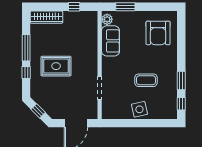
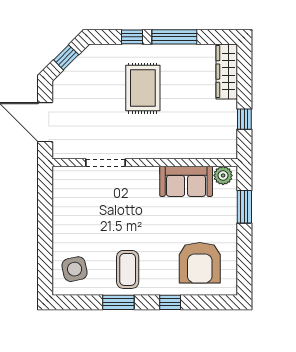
armchair: (158, 33) -> (200, 263), turned -90
coffee table: (146, 80) -> (128, 269), moved
window: (181, 104) -> (170, 302), moved
side table: (139, 109) -> (75, 269), moved

